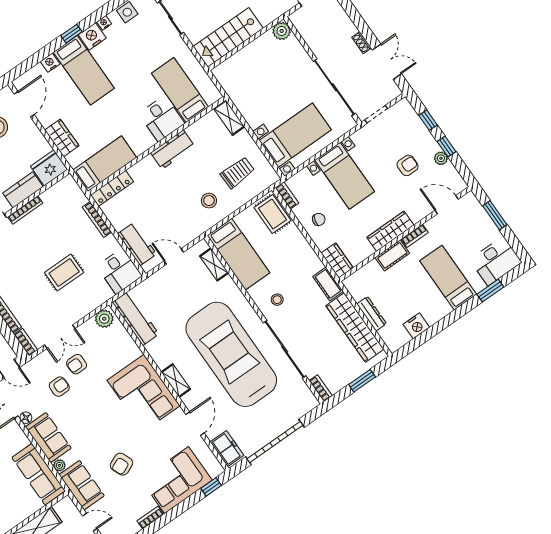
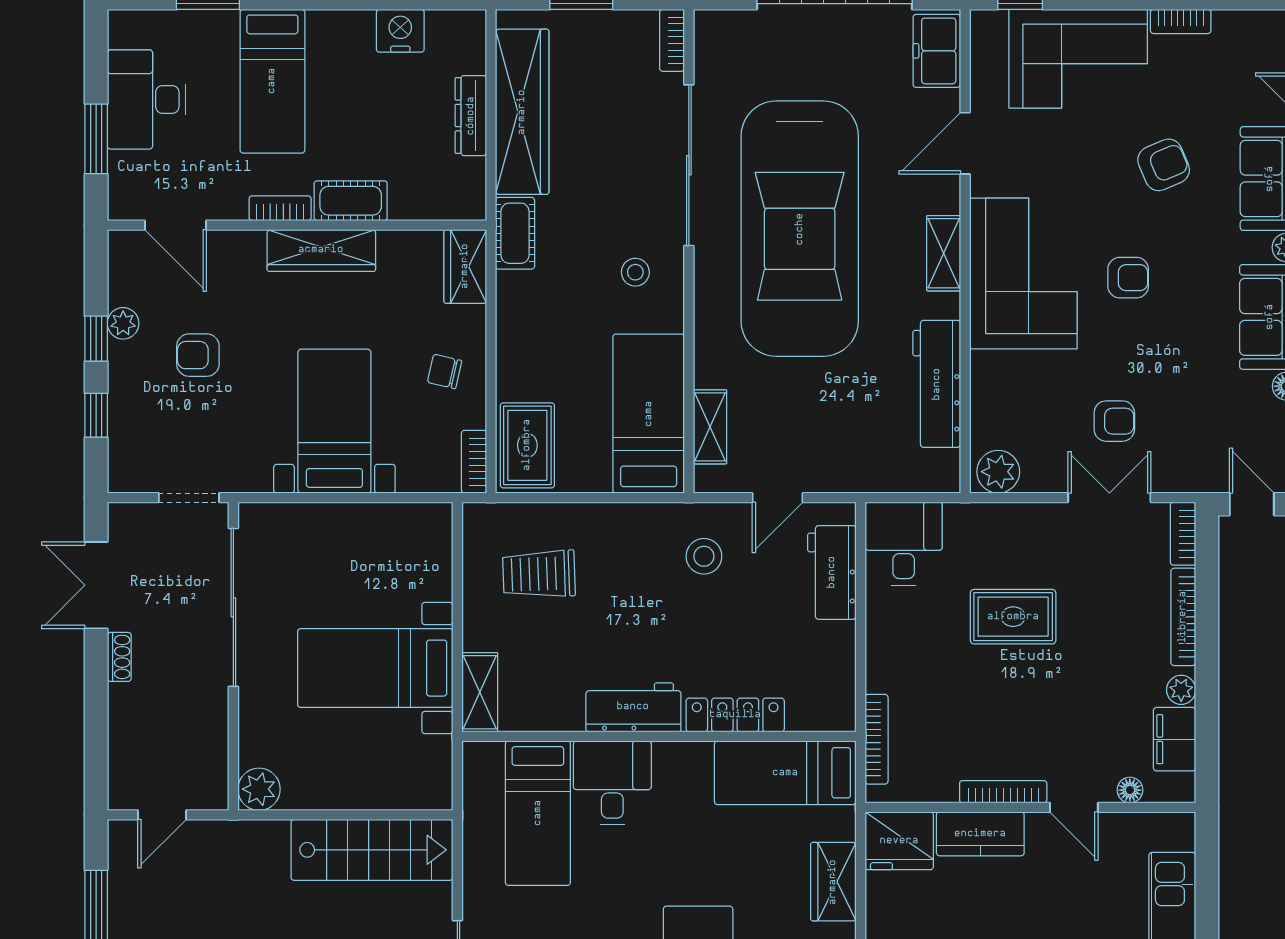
bed with nightstands: (295, 135) -> (375, 668), moved
locker: (112, 188) -> (735, 715), moved
stool: (209, 201) -> (704, 556), moved
bookcase: (97, 219) -> (877, 739), moved
door: (174, 257) -> (778, 498), hinge flipped
desk: (496, 261) -> (146, 99), moved, turned -90
workbench: (136, 318) -> (937, 384), moved
armchair: (59, 387) -> (1128, 278), moved, turned 180

